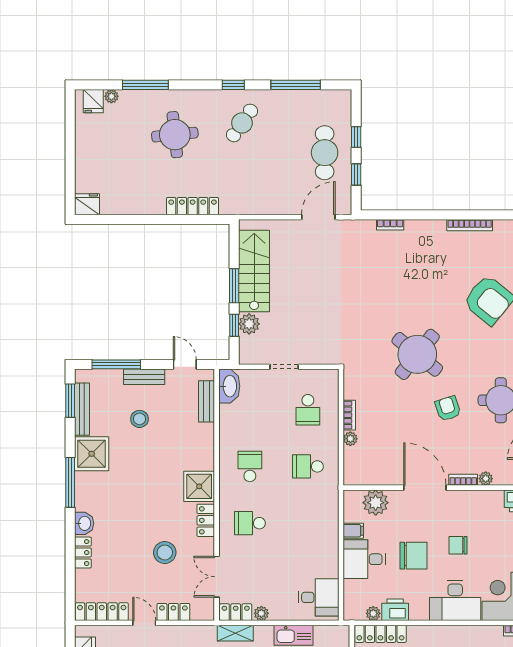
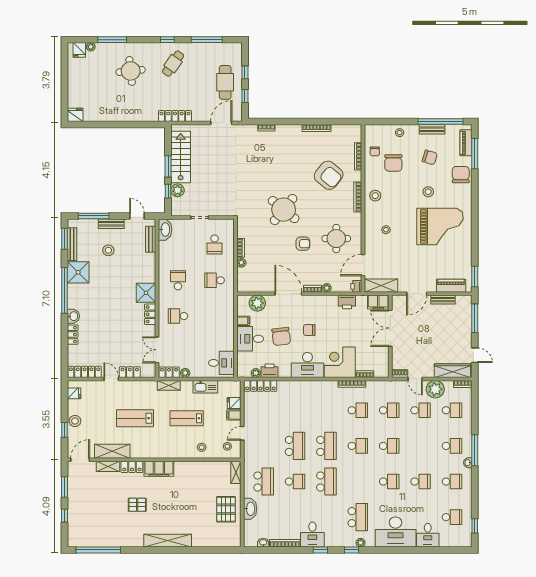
locker: (193, 206) -> (175, 116), moved
armchair: (448, 408) -> (303, 244), turned 108
window: (70, 482) -> (65, 290), width x1.46
stool: (165, 553) -> (124, 335), removed
chair: (414, 556) -> (281, 336), turned 83

